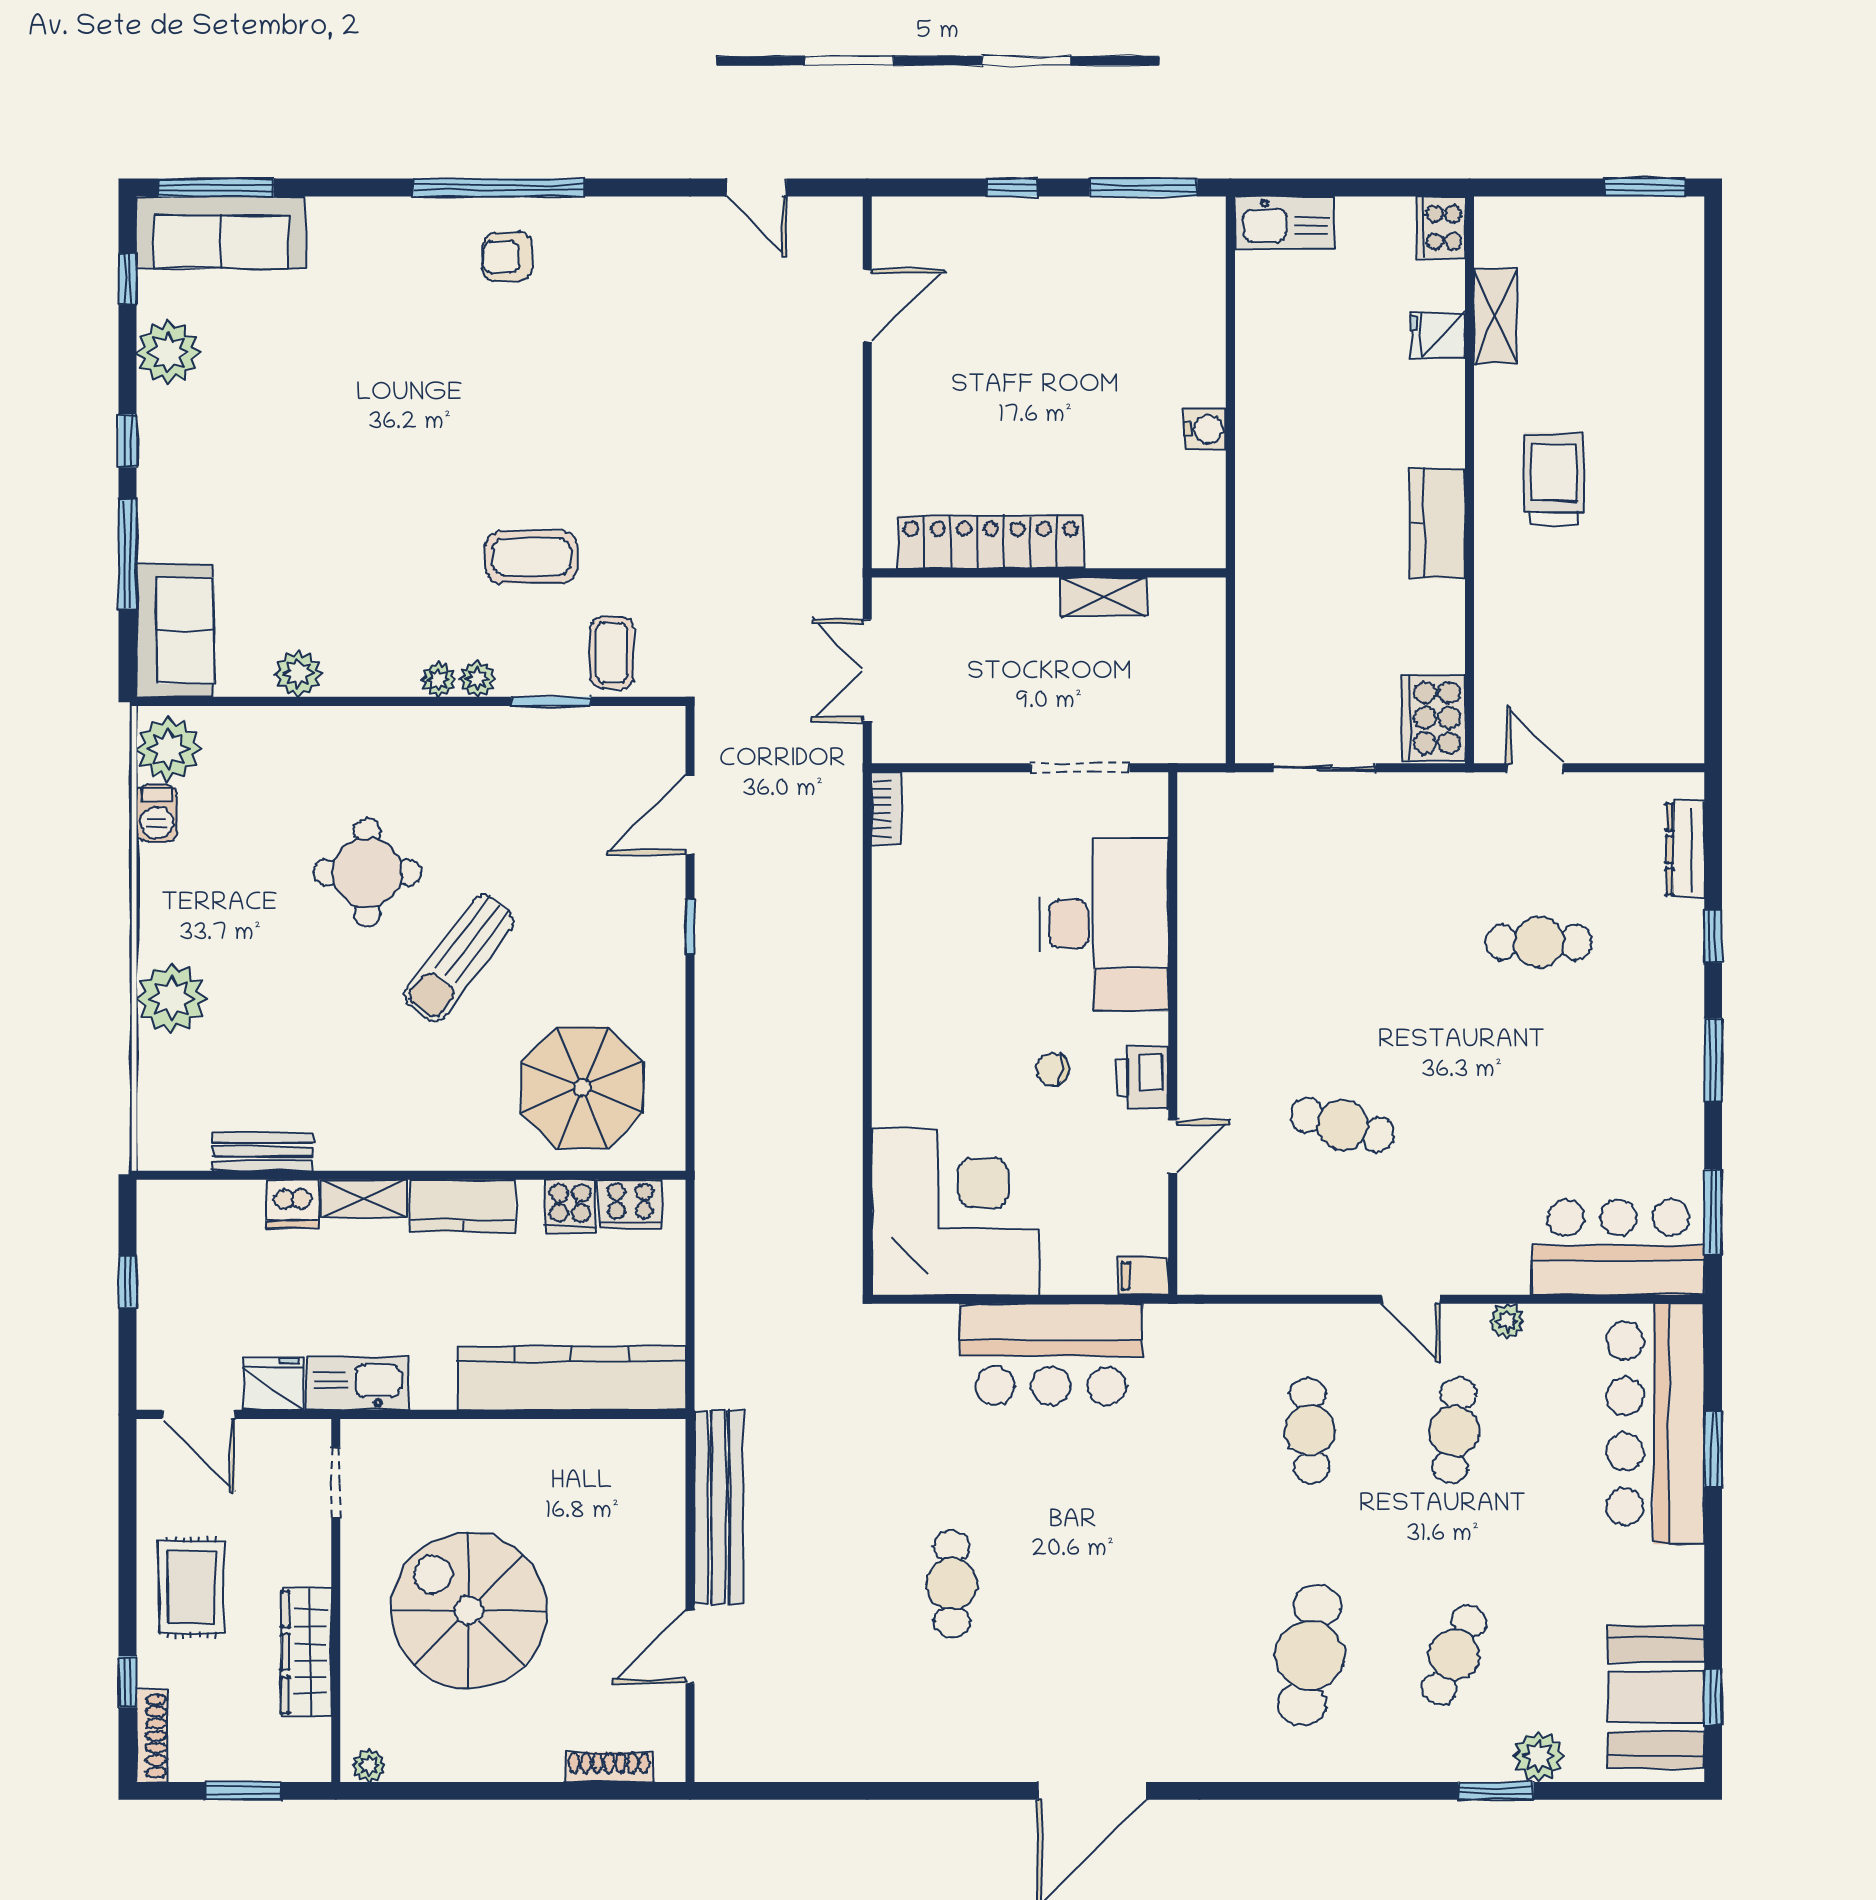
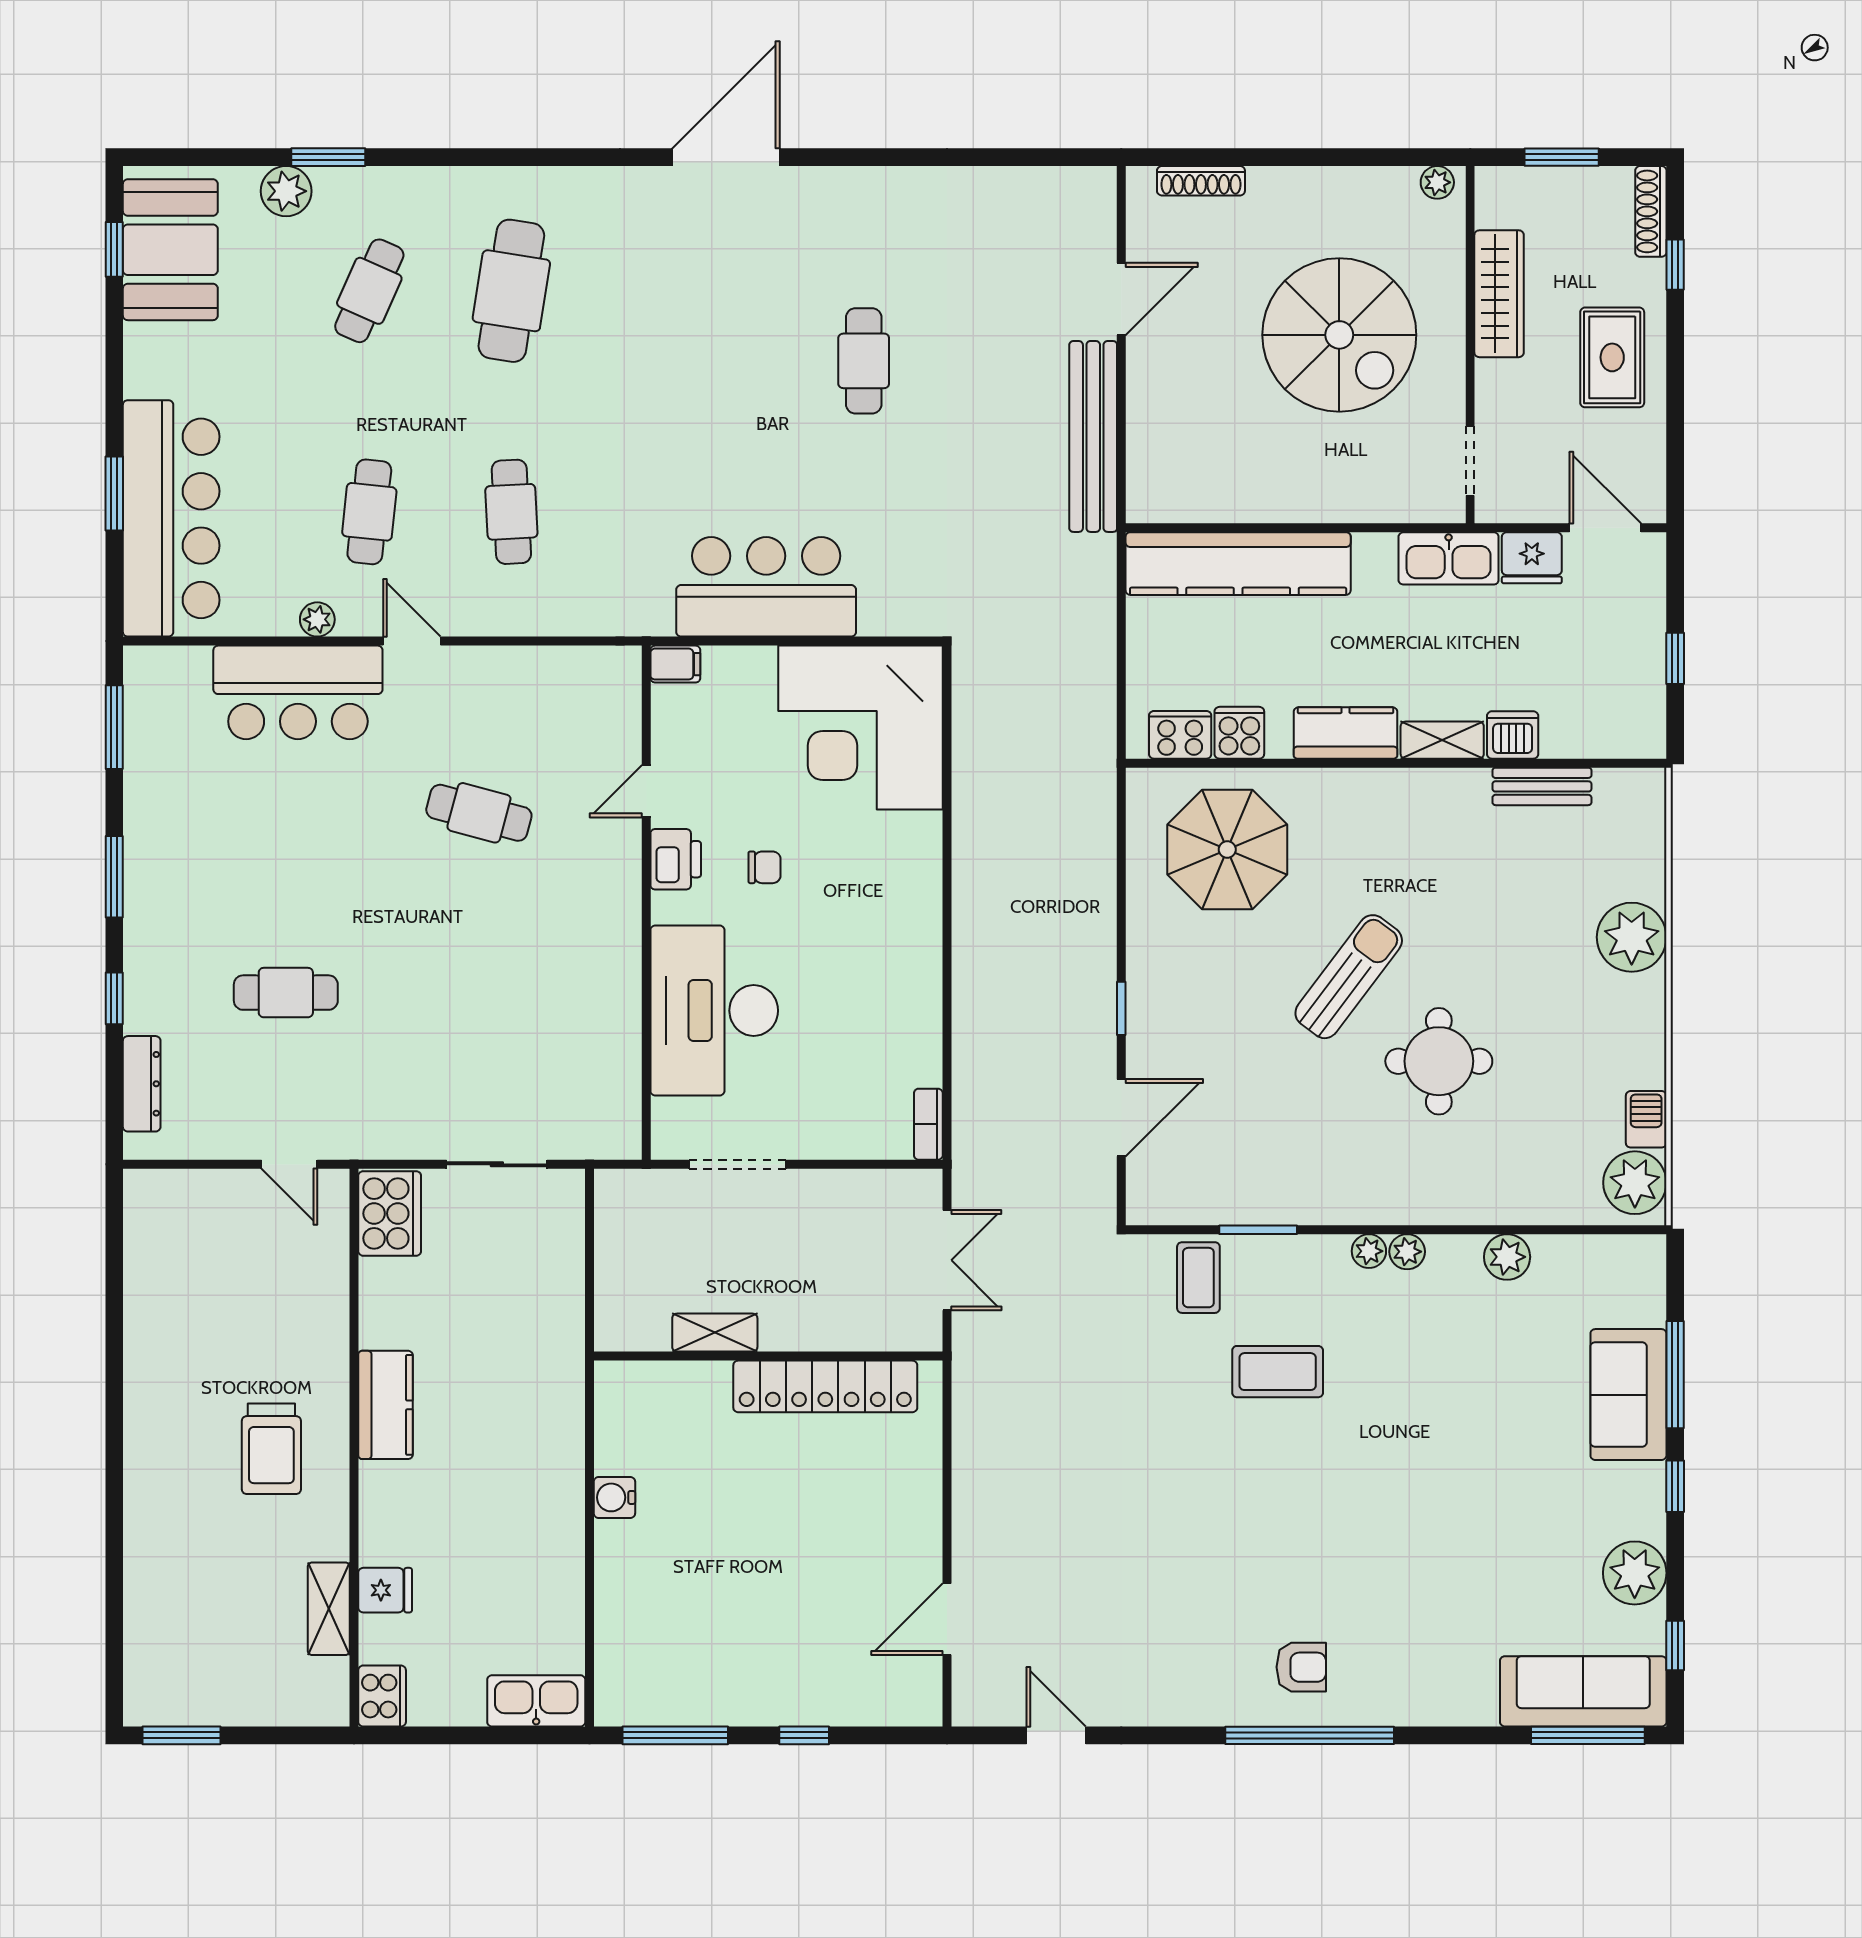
sofa: (175, 630) -> (1628, 1395), moved
plant: (477, 679) -> (1407, 1252), moved
bar counter: (1618, 1247) -> (298, 692), moved

